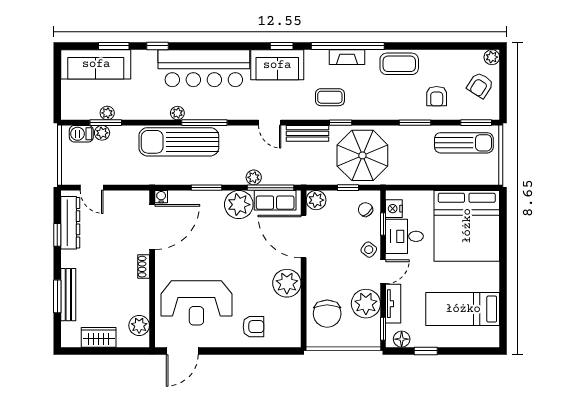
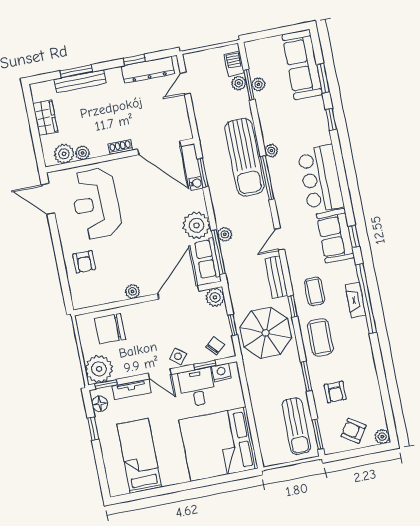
coffee table: (399, 64) -> (320, 337), moved
bar counter: (204, 68) -> (321, 179), width x0.73
armchair: (437, 96) -> (335, 392), turned -90
sun lounger: (179, 142) -> (245, 157), turned 180
window: (207, 188) -> (203, 173), moved
water cooler: (161, 197) -> (196, 183), moved
plant: (287, 283) -> (132, 291), width x0.53, depth x0.53
plant: (366, 304) -> (99, 369), moved
plant: (142, 306) -> (83, 153), added

